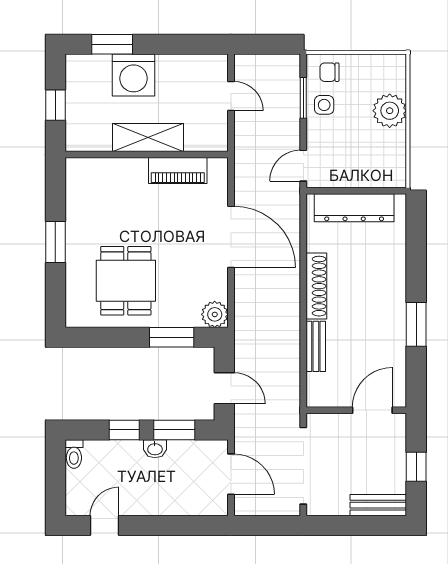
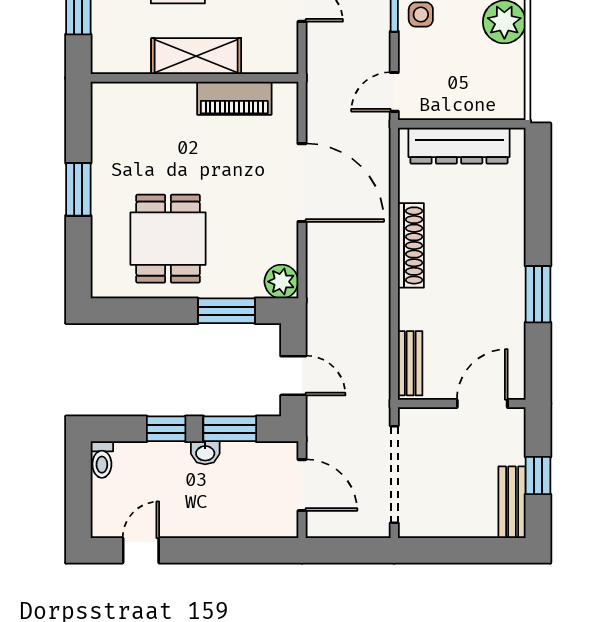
bench: (316, 346) -> (410, 363), moved
bench: (378, 505) -> (512, 502), moved, turned 90

